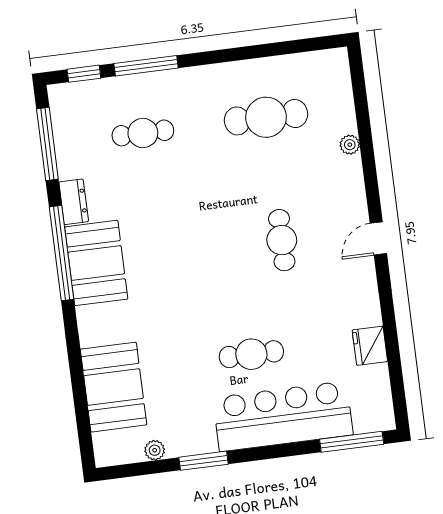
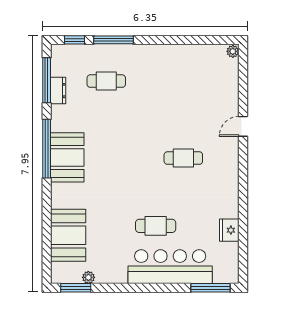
cafe table: (266, 117) -> (183, 81), removed
plant: (350, 145) -> (233, 51), moved
dresser: (74, 202) -> (58, 91), moved
door: (378, 238) -> (243, 126), moved
cafe table: (282, 240) -> (183, 158), turned 90
window: (204, 461) -> (76, 288), moved

